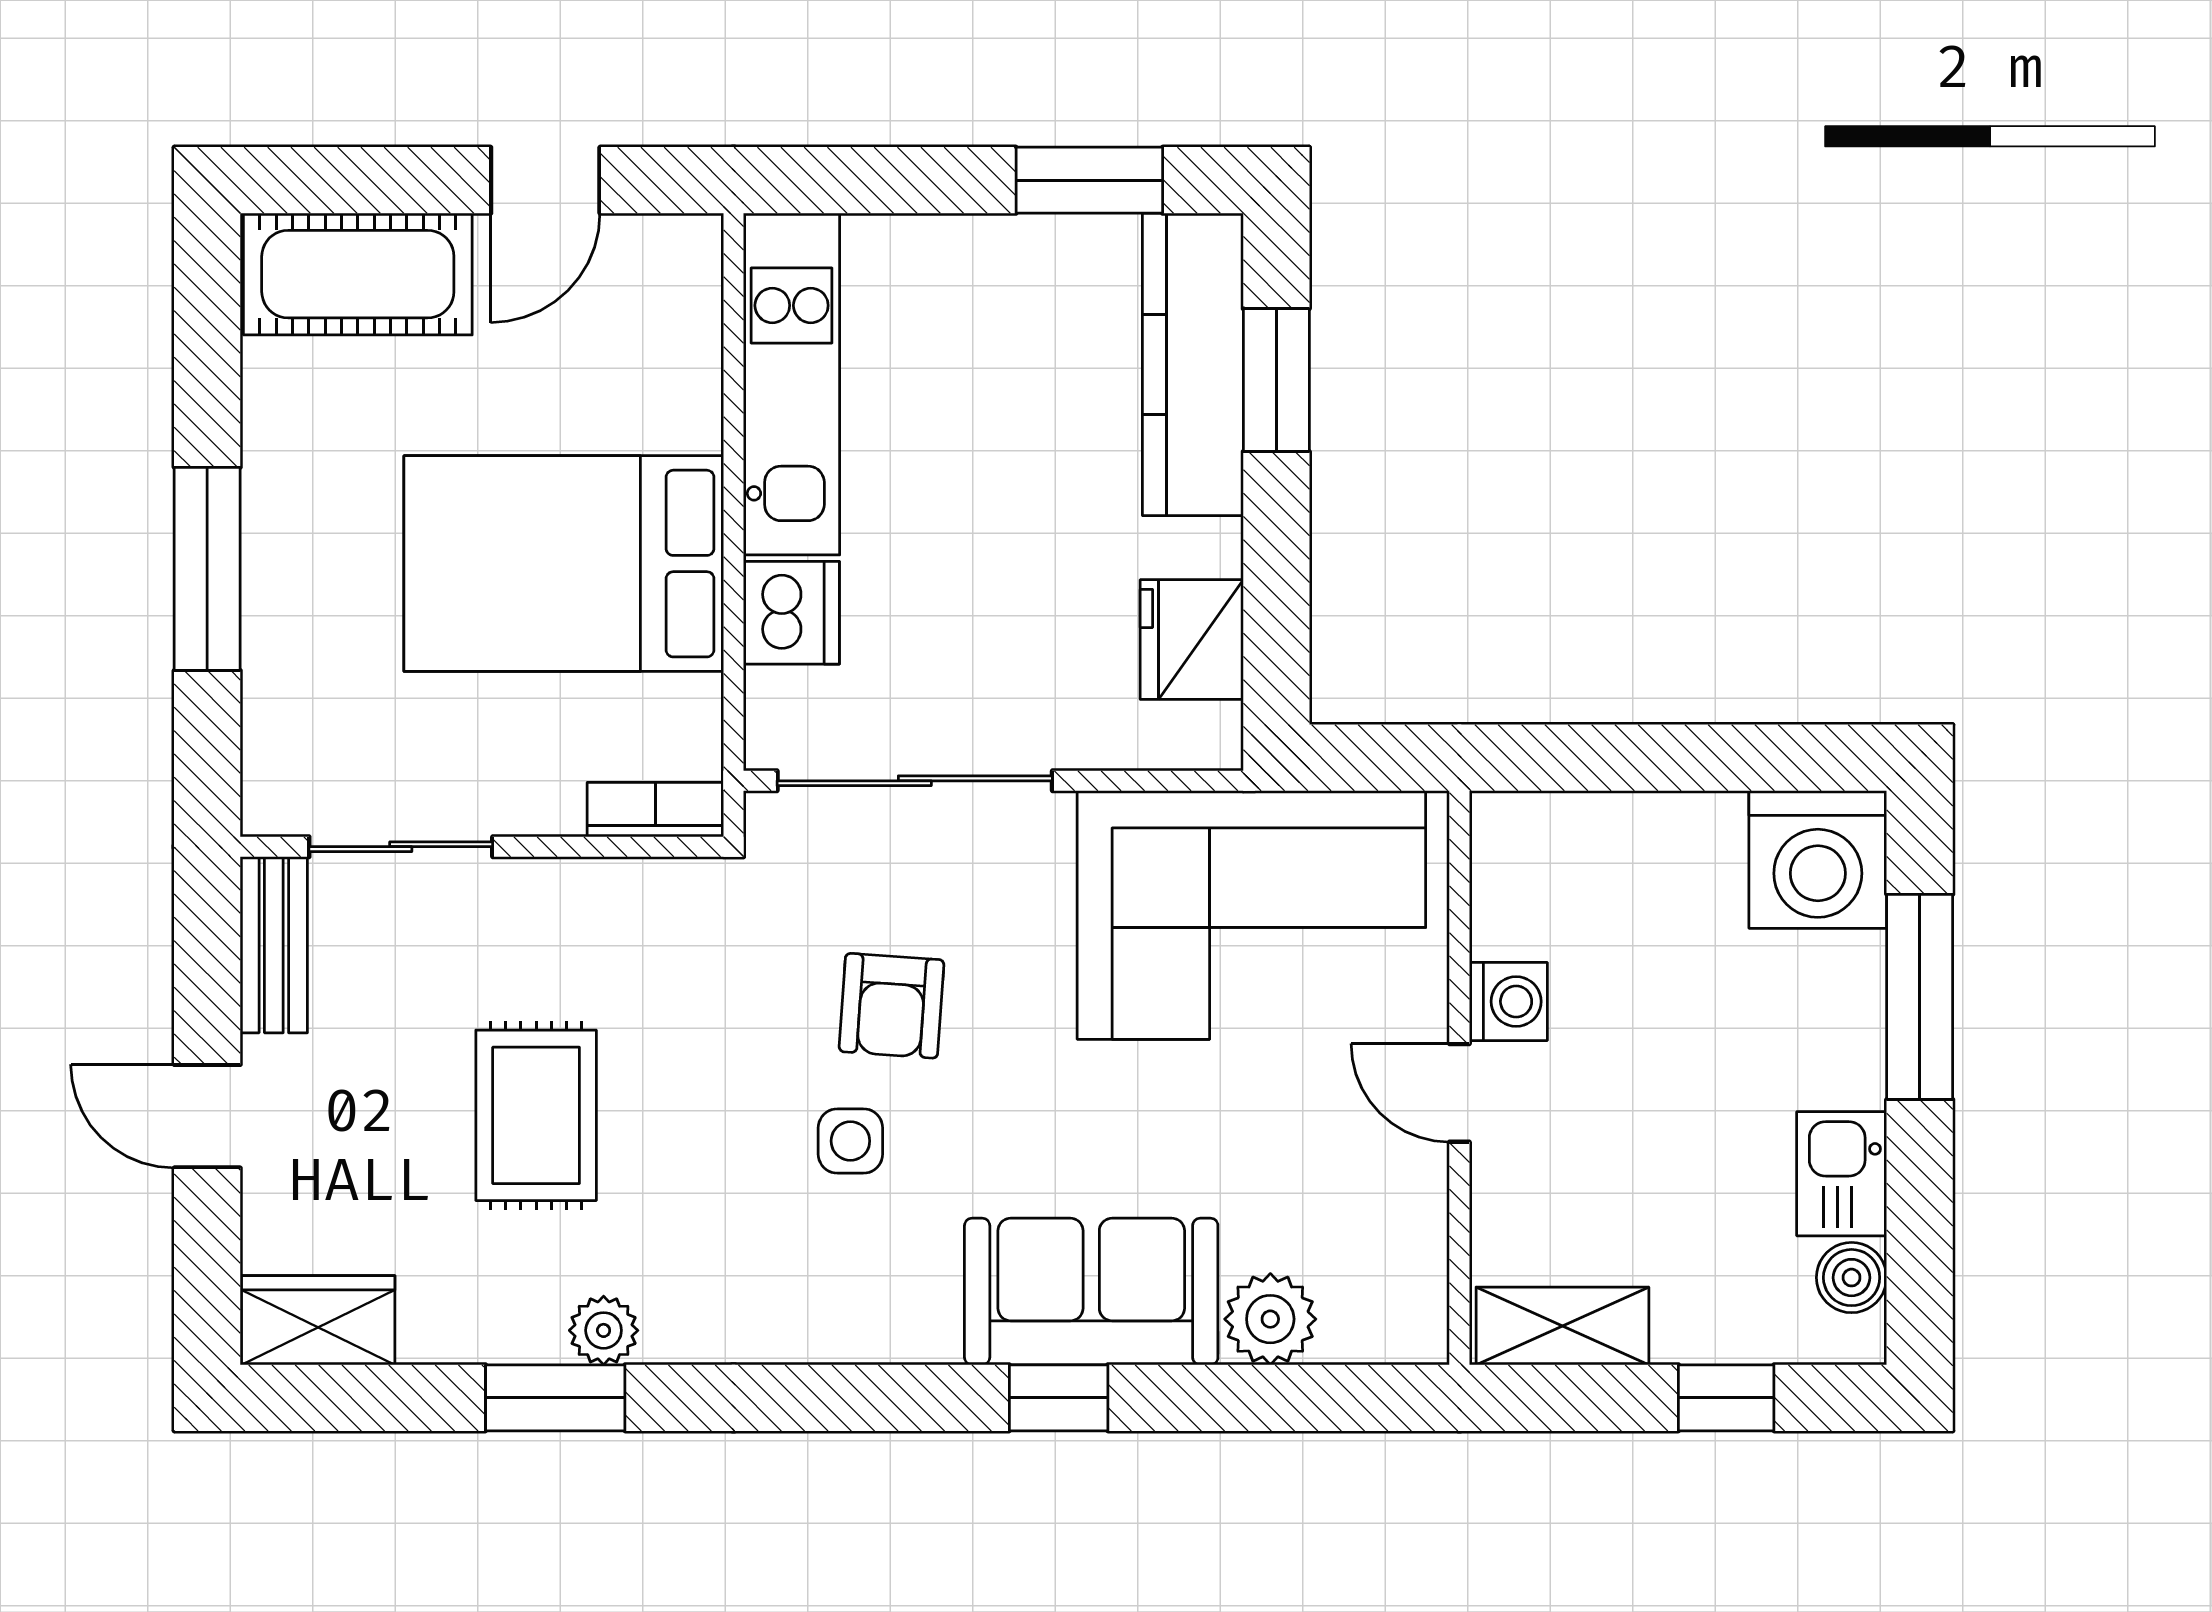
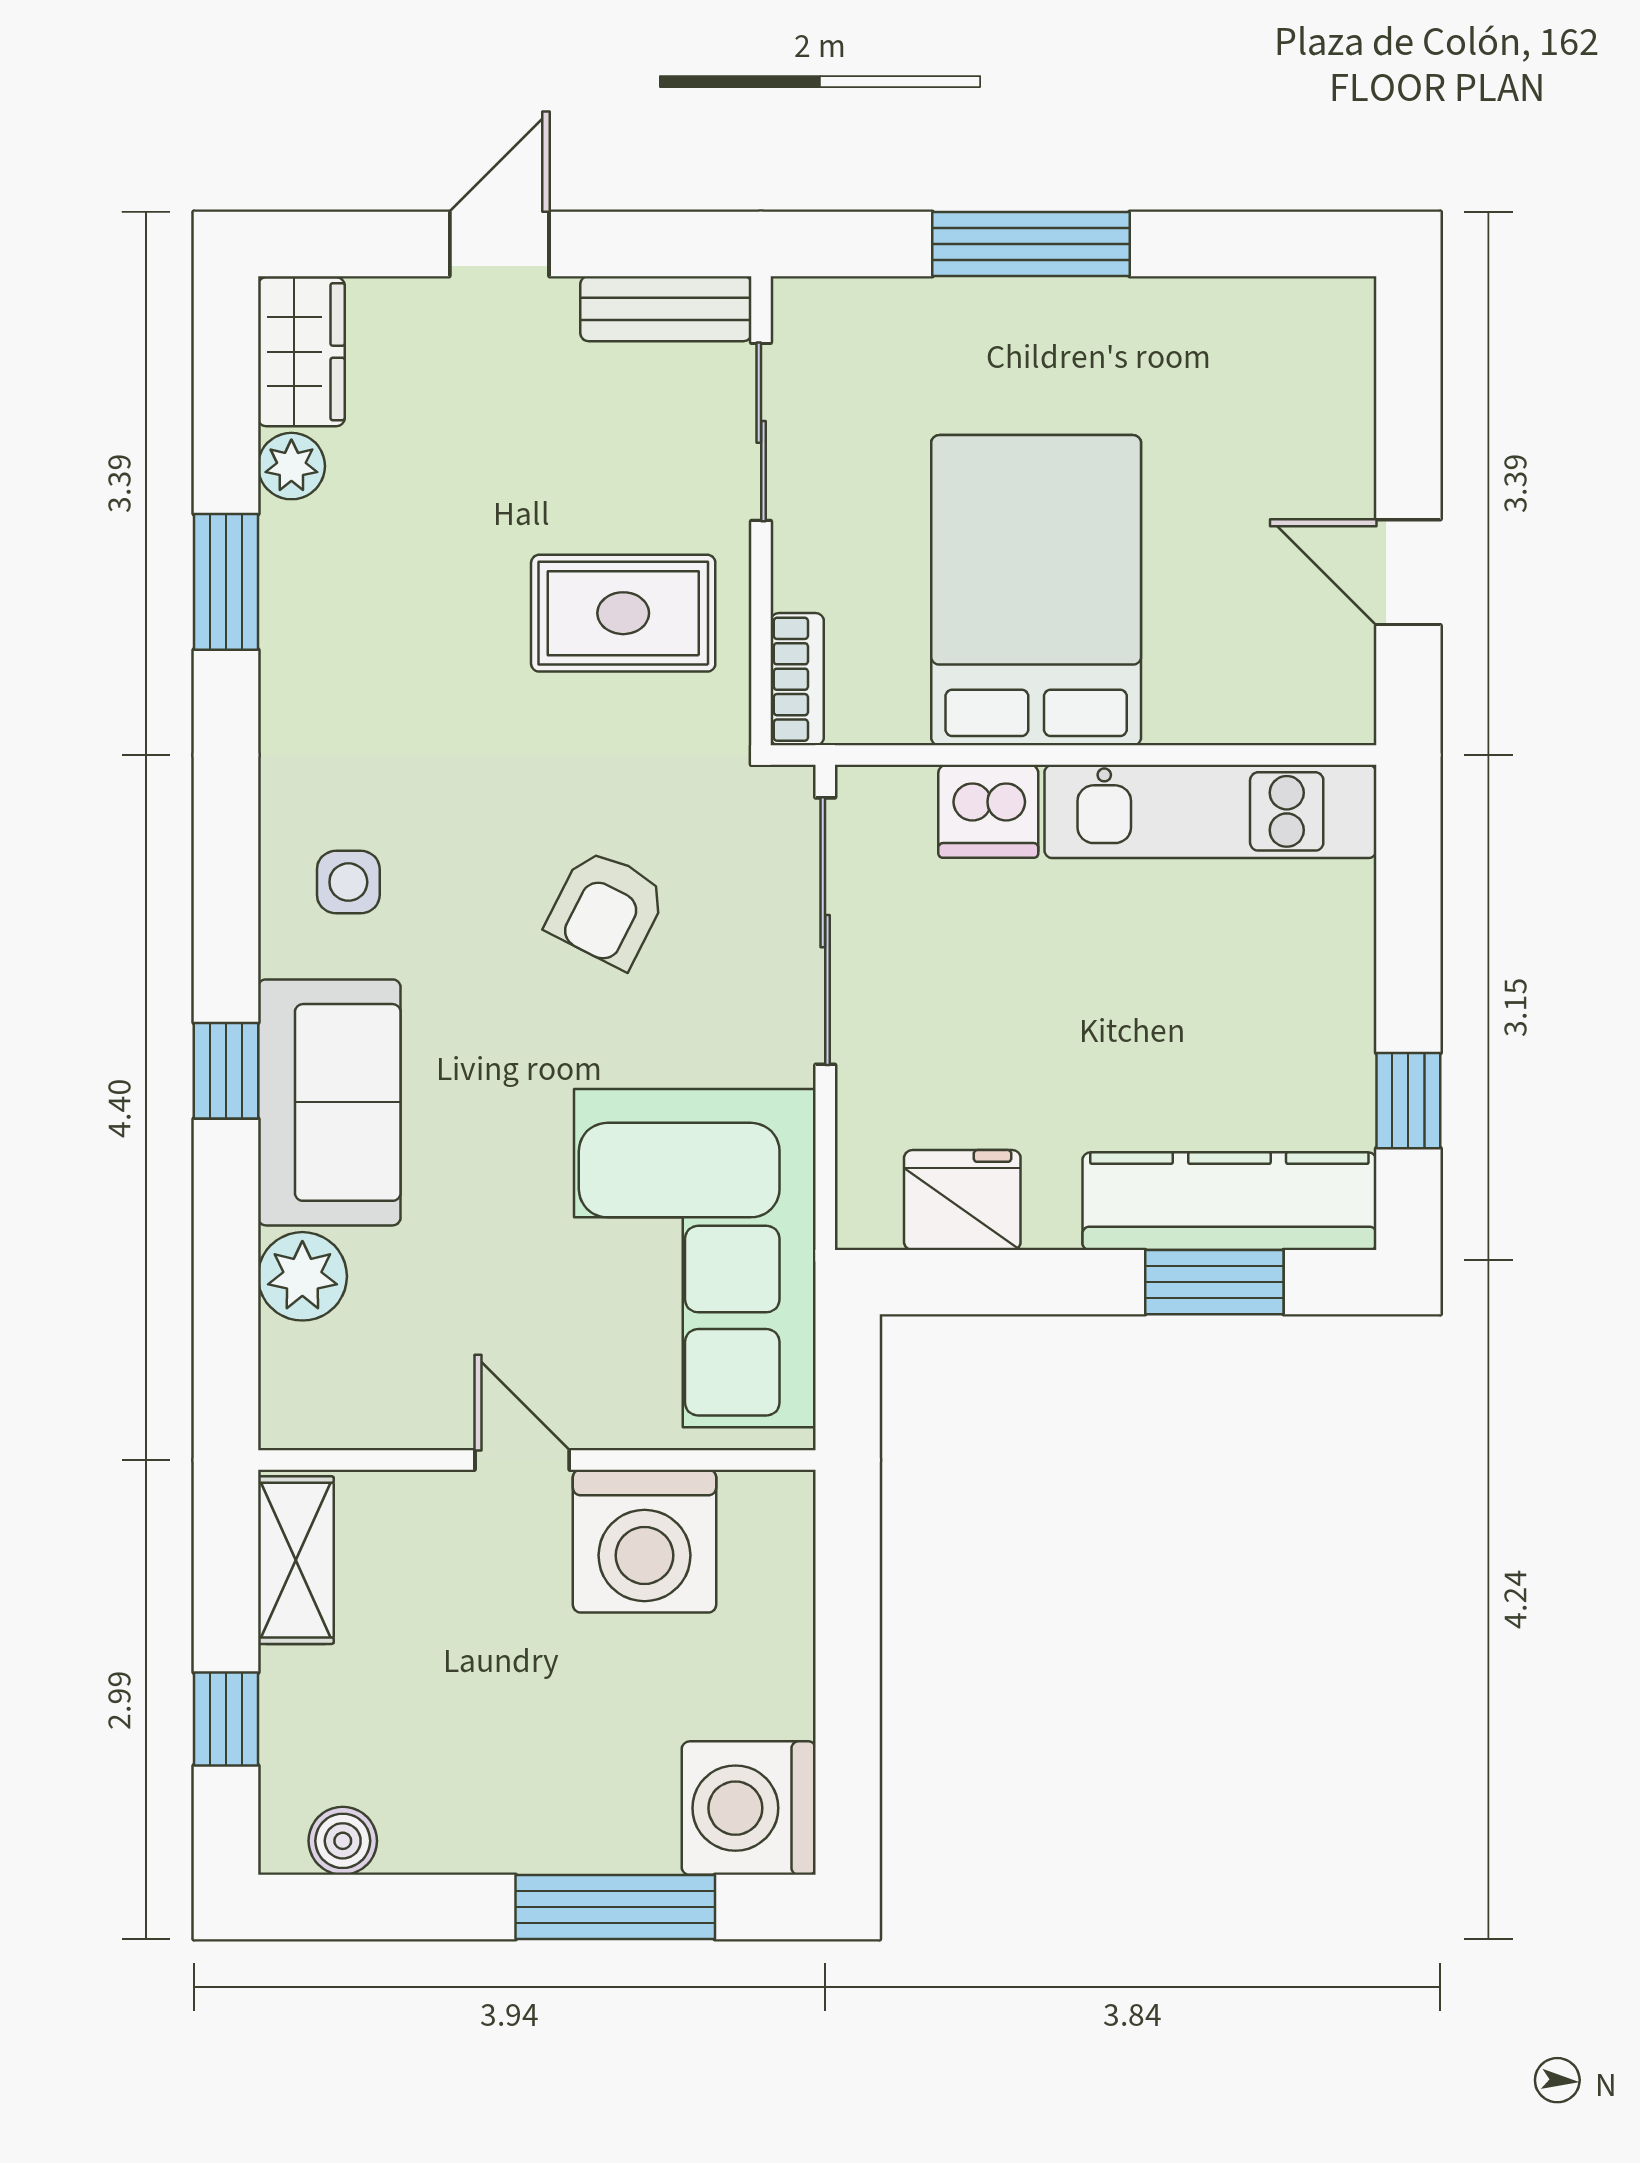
window: (1089, 180) -> (1408, 1101), width x0.67
cot: (358, 274) -> (1317, 390), removed
washing machine: (1508, 1001) -> (644, 1541), width x1.89, depth x1.89
armchair: (892, 1006) -> (607, 909), turned -67
door: (1459, 1093) -> (522, 1460), hinge flipped
rug: (536, 1115) -> (623, 613), moved
side table: (850, 1141) -> (348, 882), moved
kitchen sink: (1842, 1174) -> (444, 1831), removed
plant: (604, 1330) -> (291, 466), moved

